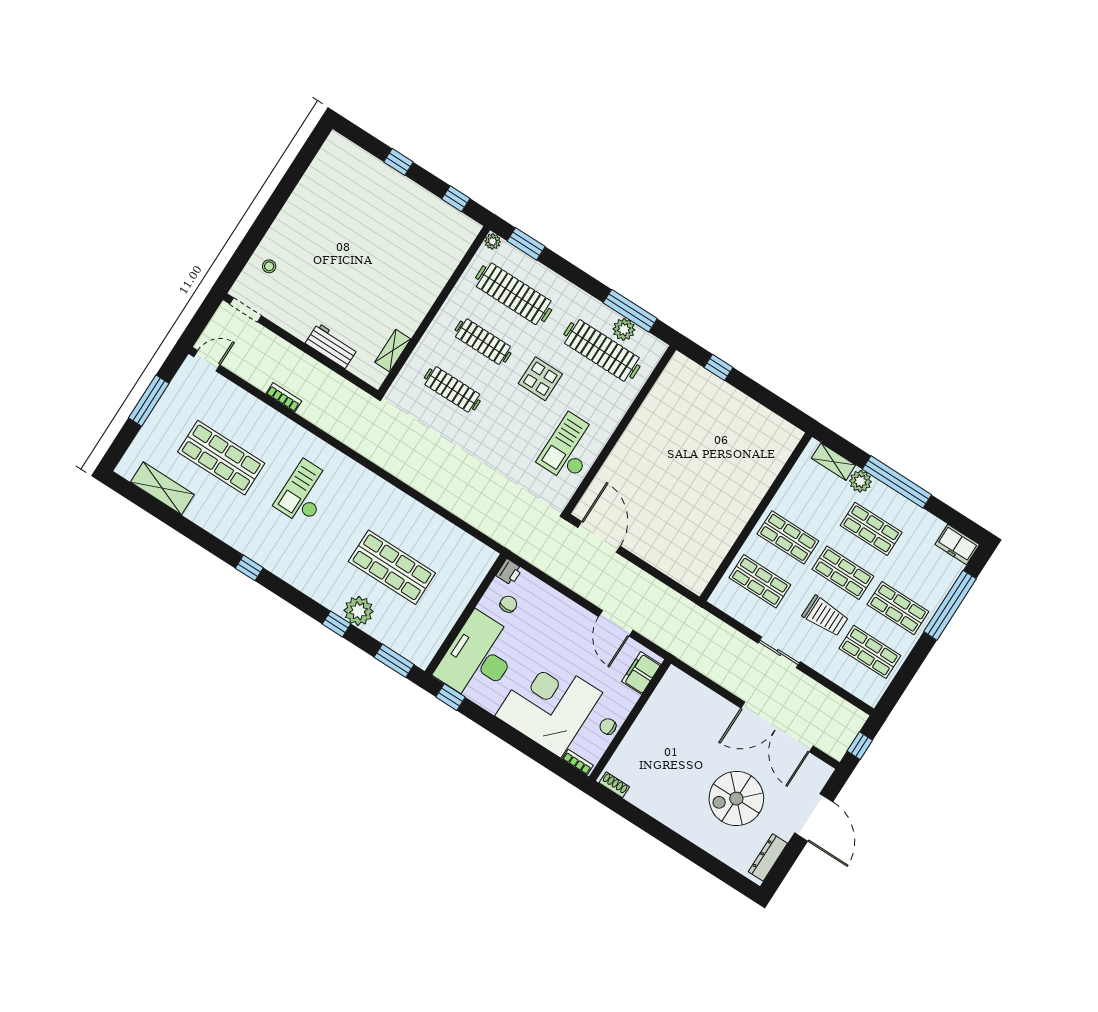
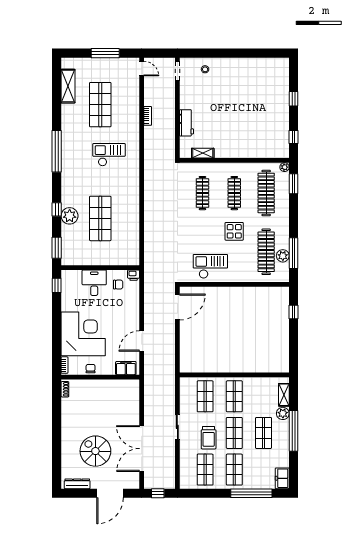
window: (249, 568) -> (57, 151), width x3.17
desk: (478, 658) -> (94, 283), width x0.53, depth x0.77

